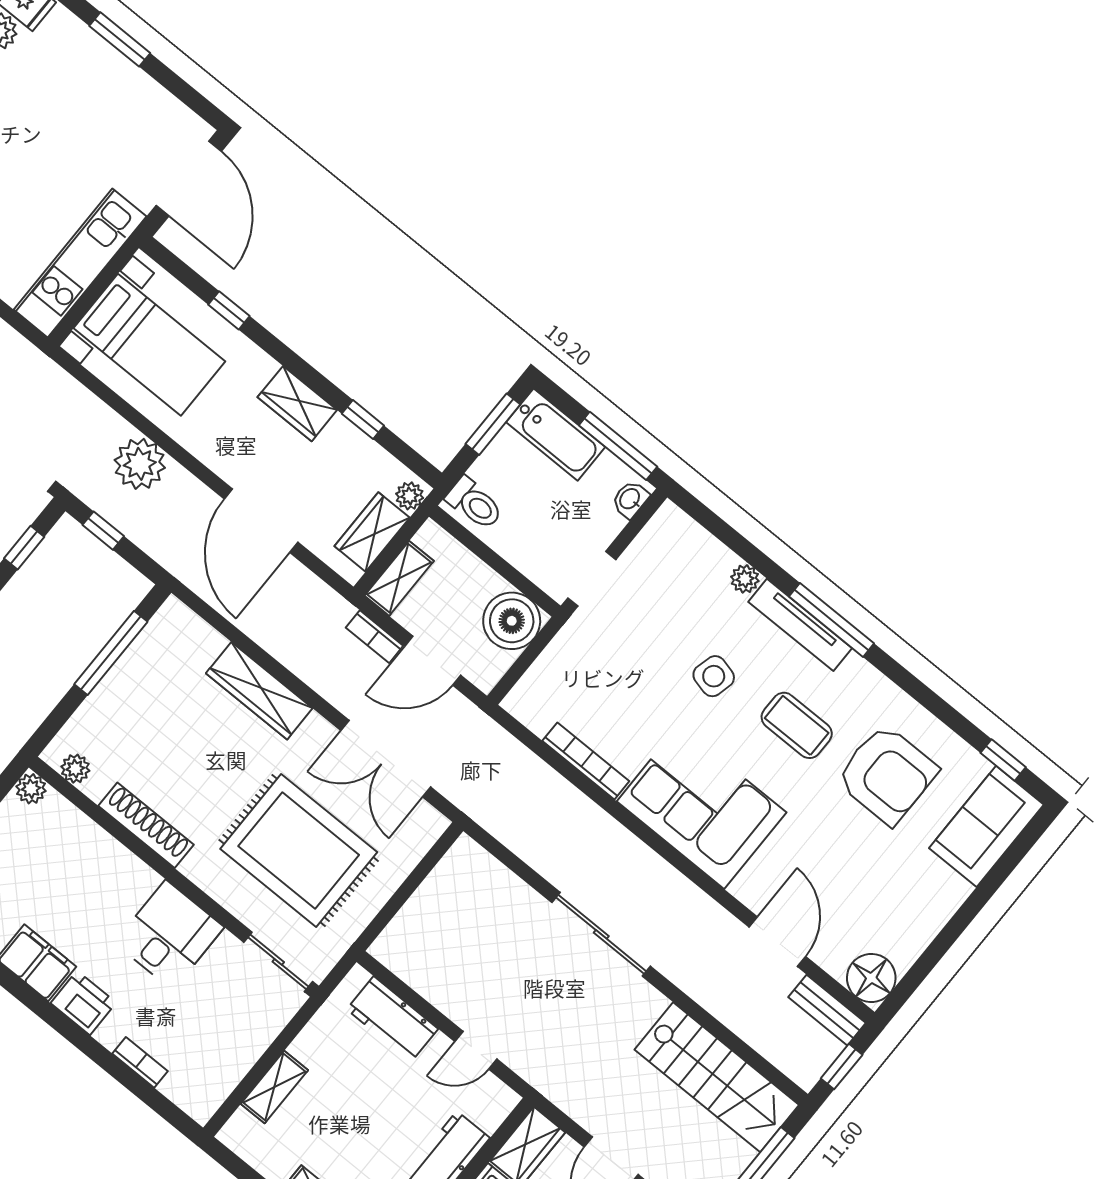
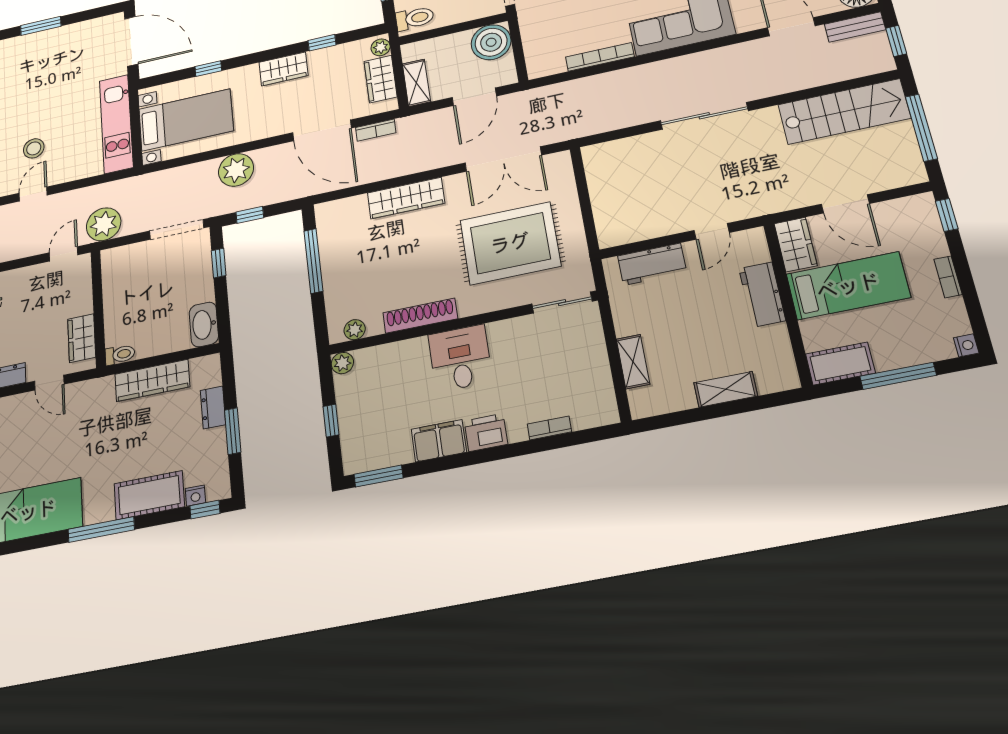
bookcase: (374, 637) -> (376, 130), moved
desk: (169, 935) -> (460, 358), moved

